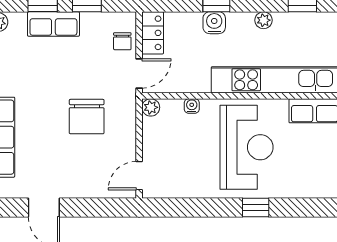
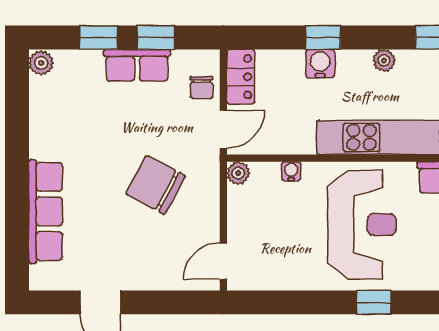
row of seats: (53, 24) -> (137, 65), moved
chair: (87, 117) -> (155, 185), turned 118

